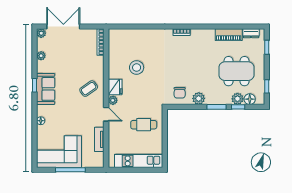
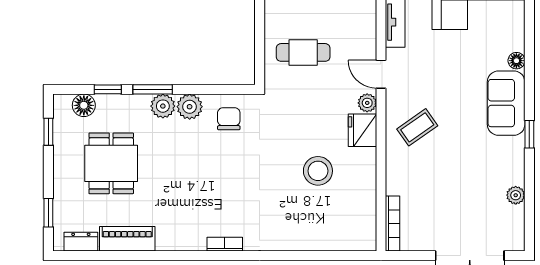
plant: (41, 33) -> (515, 242), removed
dining table: (236, 71) -> (111, 163), width x0.73
sofa: (46, 89) -> (506, 103), moved
plant: (237, 99) -> (163, 106), moved

